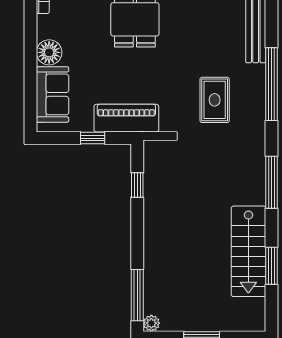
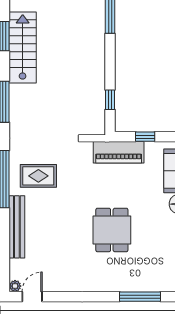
rug: (215, 100) -> (38, 176), moved, turned 90

